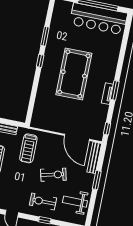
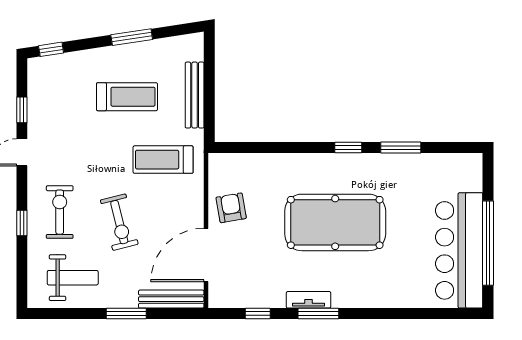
armchair: (57, 121) -> (231, 208), added
window: (107, 129) -> (258, 314), moved
weight bench: (75, 202) -> (73, 278), turned 90

